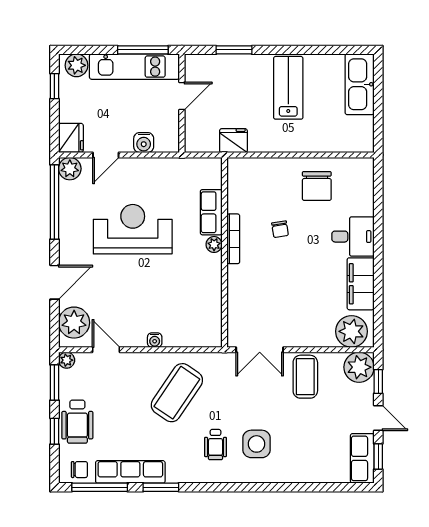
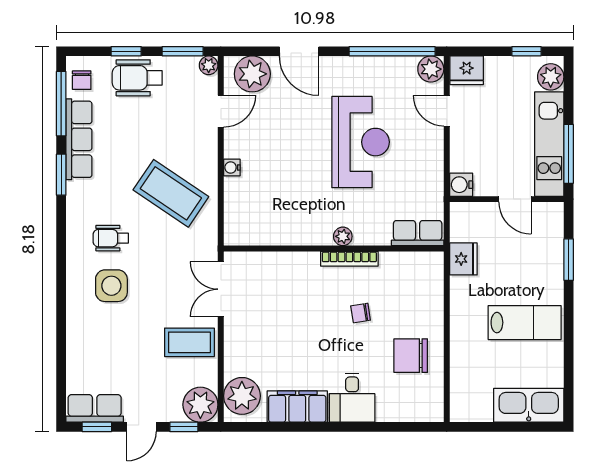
water cooler: (144, 143) -> (461, 185), moved
row of seats: (211, 212) -> (418, 233), moved

